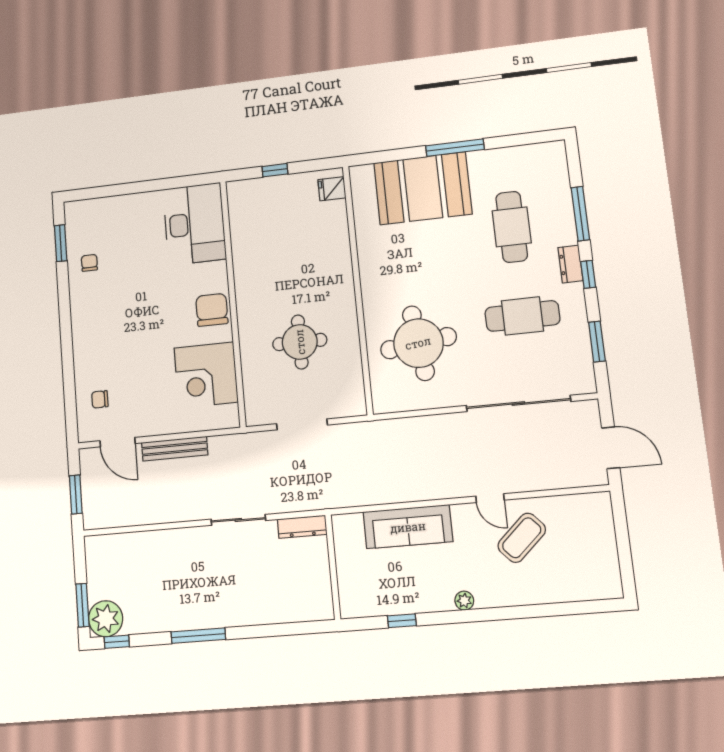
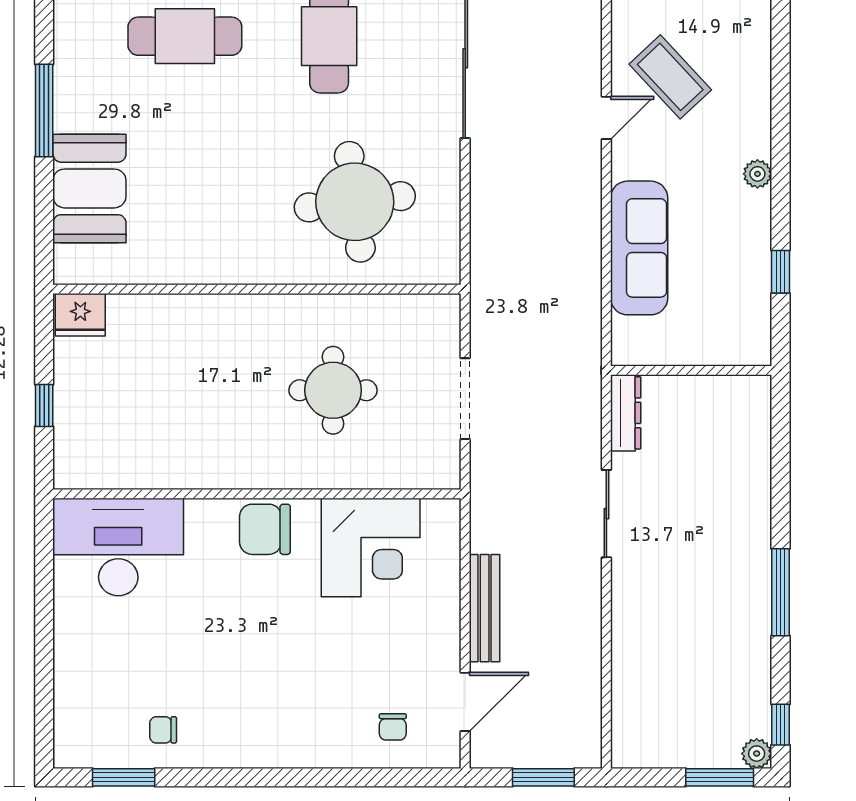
booth: (423, 188) -> (89, 188), width x0.73, depth x0.70
fridge: (332, 189) -> (80, 315), width x1.38
plant: (106, 619) -> (757, 754), width x0.53, depth x0.53

